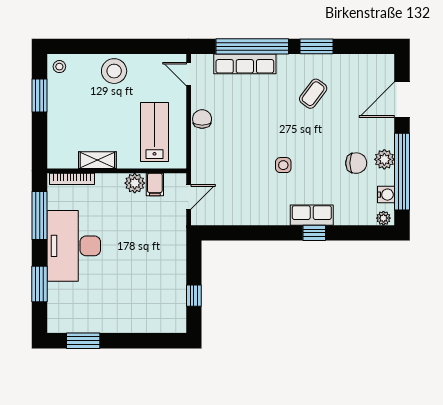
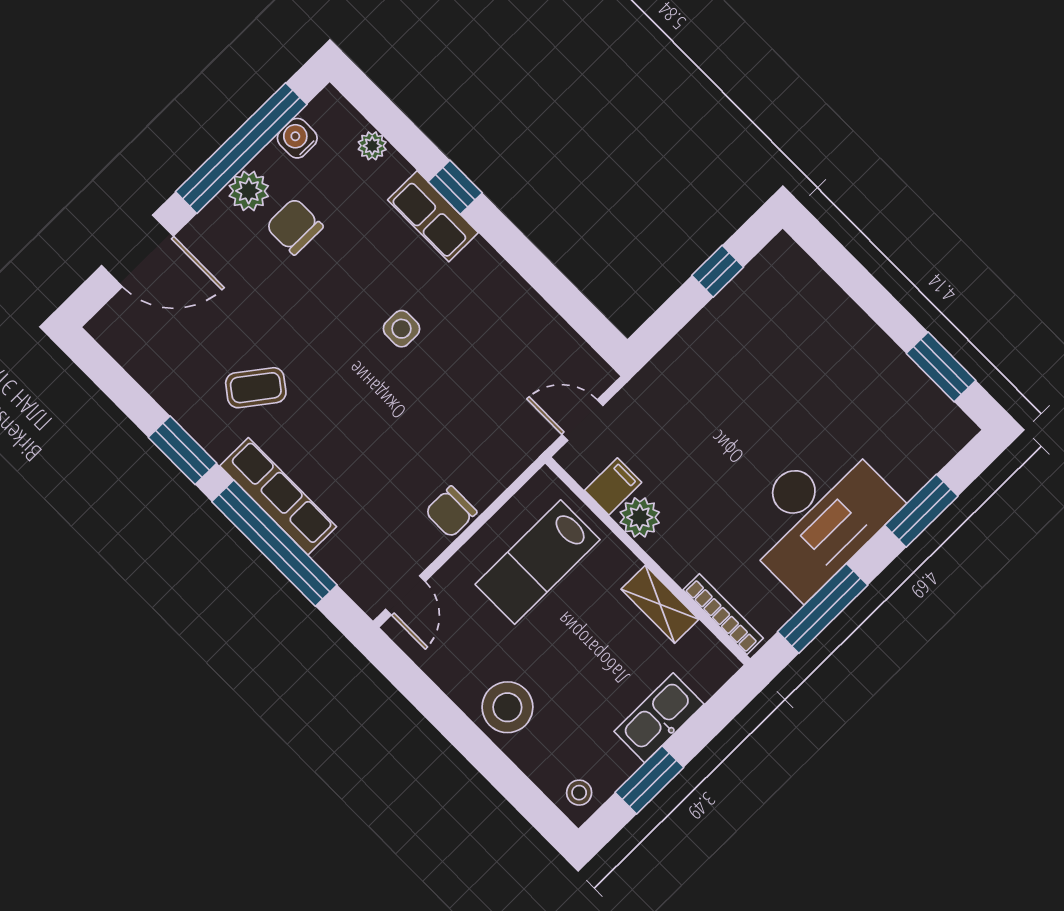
row of seats: (245, 64) -> (278, 496), moved
kitchen sink: (58, 120) -> (659, 718), added
plant: (383, 218) -> (372, 146), moved

